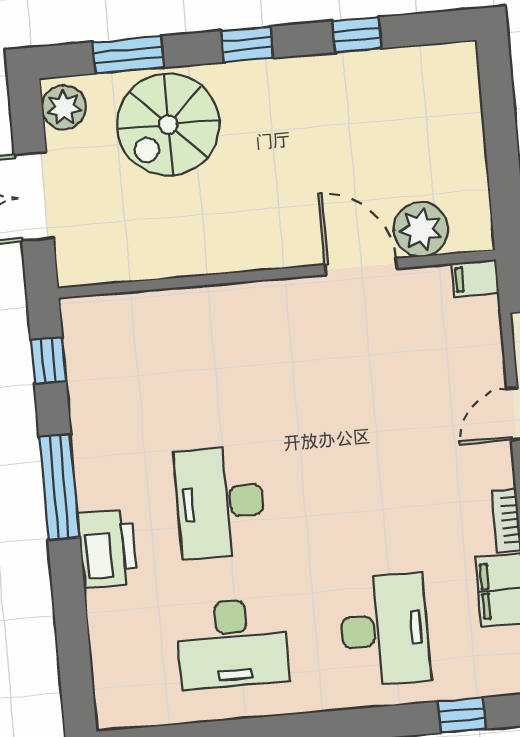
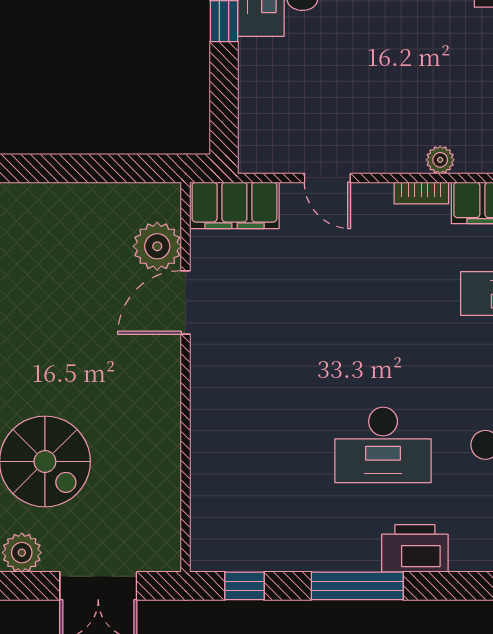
filing cabinet: (475, 278) -> (234, 205), width x3.00, depth x1.17

